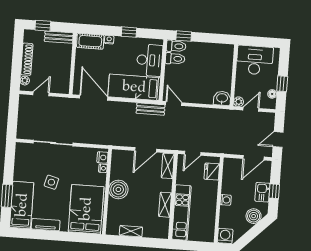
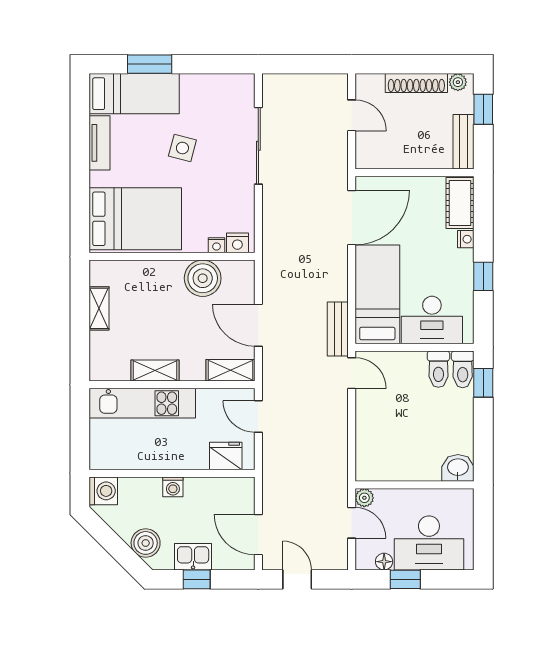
desk: (255, 60) -> (429, 543), moved, turned 90
plant: (25, 81) -> (458, 82), moved
washbasin: (222, 98) -> (458, 468), moved, turned -90
door: (174, 104) -> (352, 373), hinge flipped
boiler: (118, 189) -> (203, 278), moved

